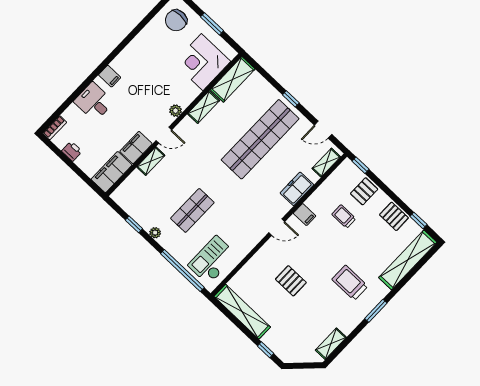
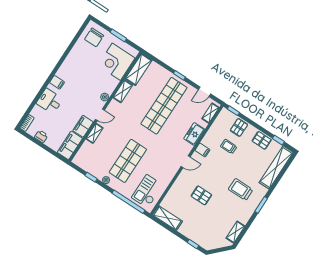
shop shelf: (192, 210) -> (128, 161), width x1.43, depth x1.36
shelving: (242, 312) -> (168, 218), width x0.68

